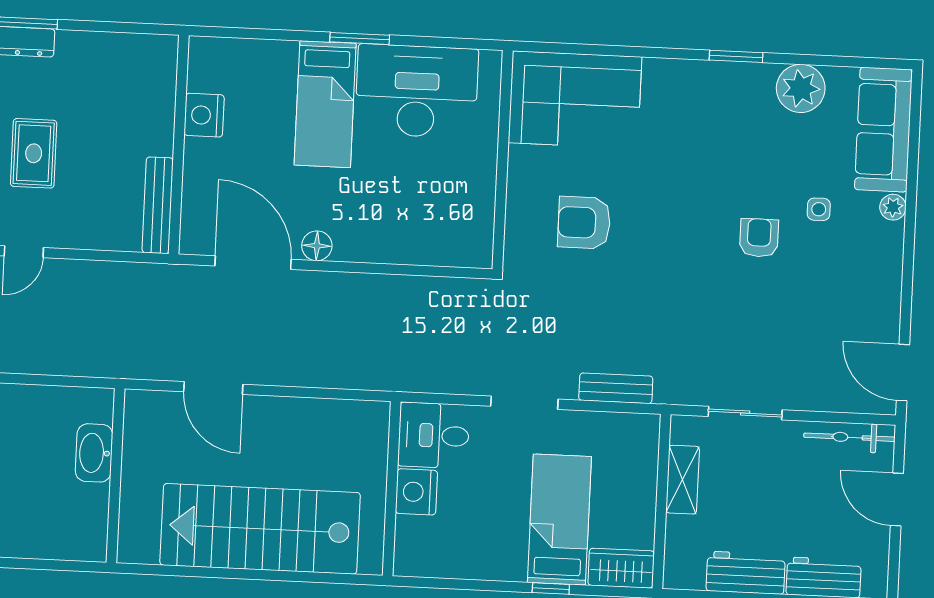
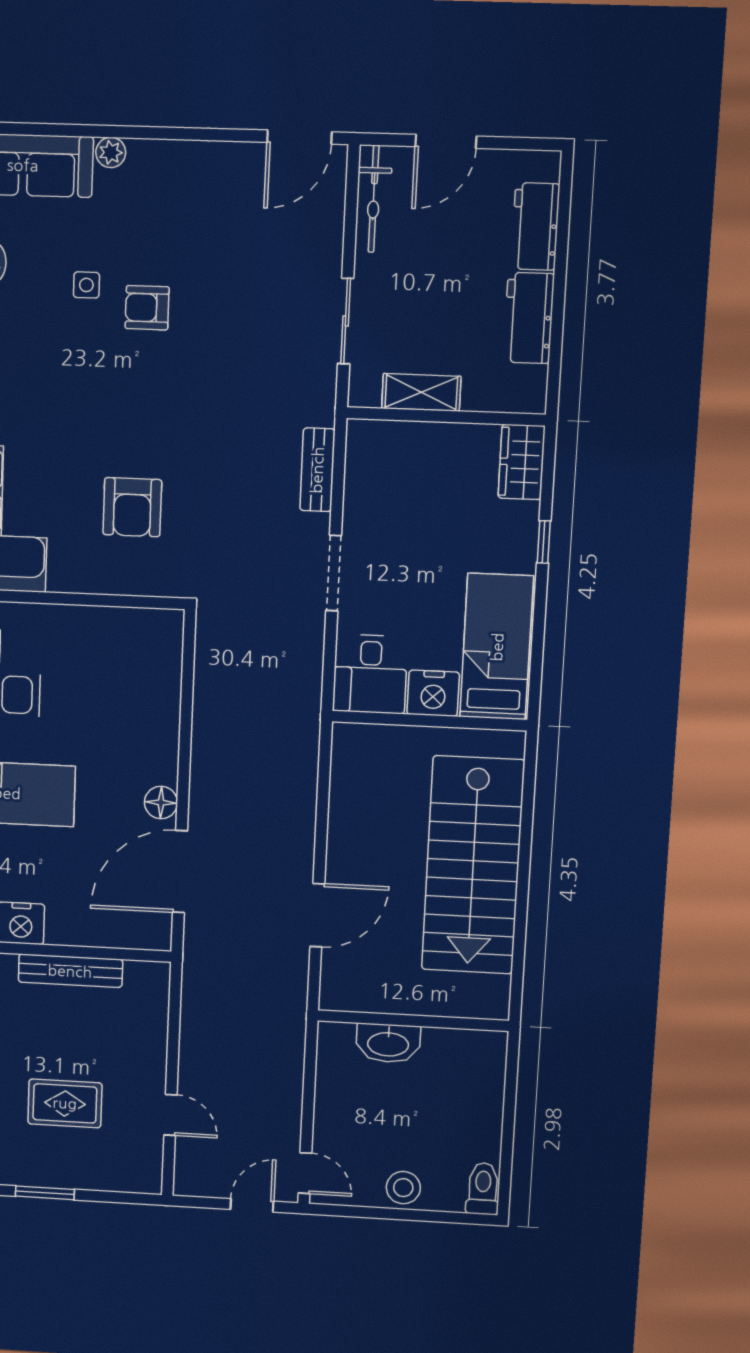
bench: (158, 205) -> (70, 971), moved
side table: (819, 209) -> (86, 285), moved
bed: (559, 520) -> (497, 647), moved, turned 90

